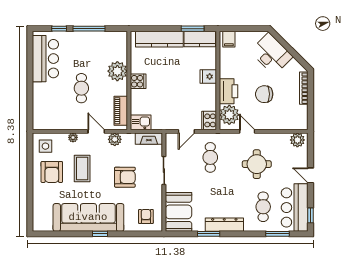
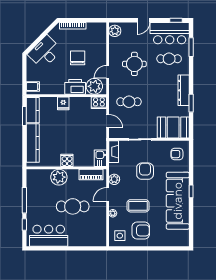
cafe table: (81, 88) -> (73, 206), width x1.37, depth x1.35
chair: (264, 94) -> (78, 58), turned 180

